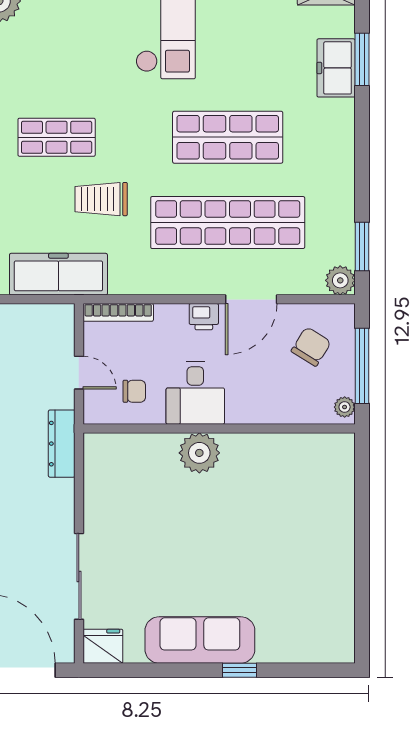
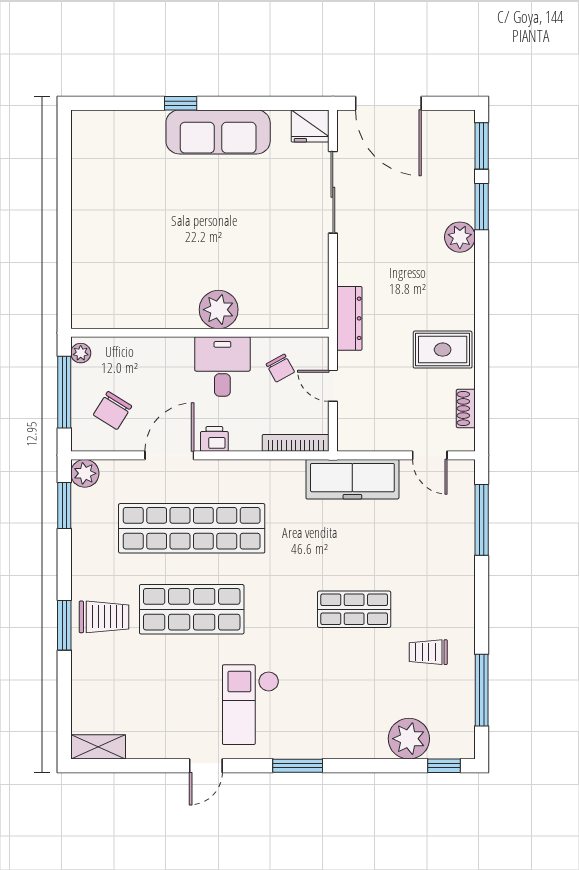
window: (362, 59) -> (64, 625), moved
freezer: (336, 68) -> (89, 675), removed
trolley: (101, 199) -> (104, 617), moved
chair: (134, 391) -> (280, 368), turned -119

